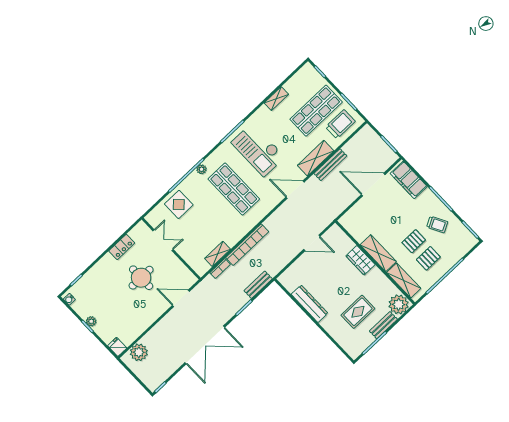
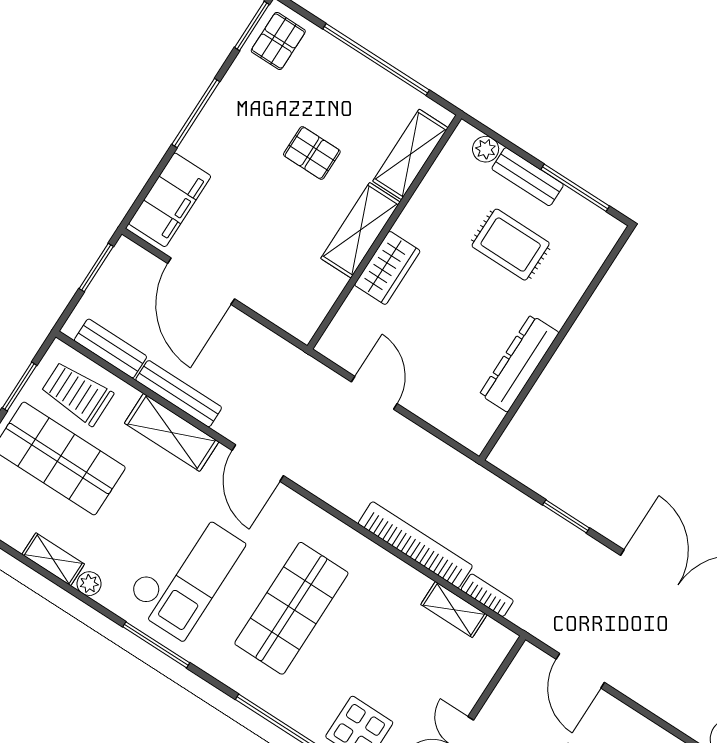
plant: (202, 169) -> (89, 584), moved
trolley: (437, 224) -> (259, 107), removed
pallet: (428, 258) -> (278, 41), moved, turned 90
bench: (258, 285) -> (110, 348), moved
plant: (399, 304) -> (486, 149), width x0.53, depth x0.53

